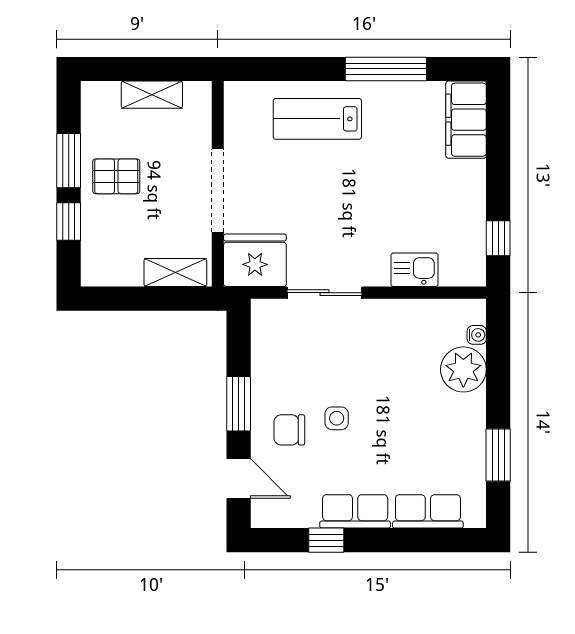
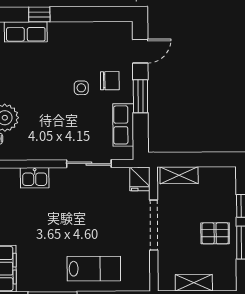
fridge: (255, 260) -> (140, 179), width x0.53, depth x0.75
door: (239, 479) -> (140, 51), swing flipped
row of seats: (355, 511) -> (123, 125), moved, turned 90
window: (326, 540) -> (39, 14), moved

